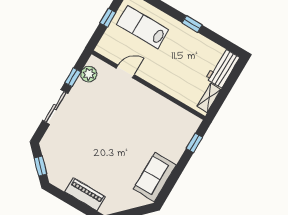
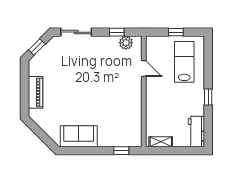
workbench: (223, 68) -> (196, 132), moved, turned -90
sliding door: (55, 107) -> (76, 32), moved

